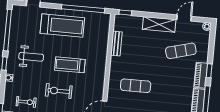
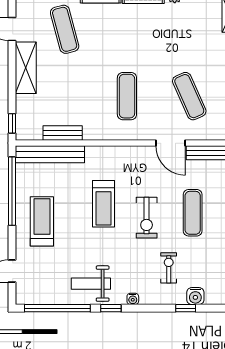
treadmill: (62, 26) -> (42, 221), width x0.73, depth x0.73
bench: (104, 34) -> (50, 154), added
weight bench: (31, 57) -> (91, 284), moved, turned -90

